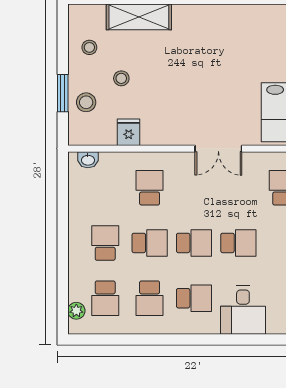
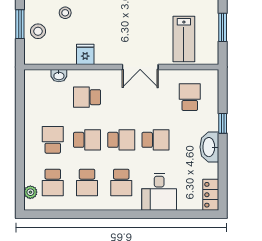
fridge: (129, 132) -> (85, 54), moved
washbasin: (88, 160) -> (59, 76), moved
school desk: (150, 188) -> (87, 97), turned -90
school desk: (194, 298) -> (121, 182), turned 90

